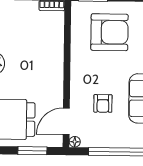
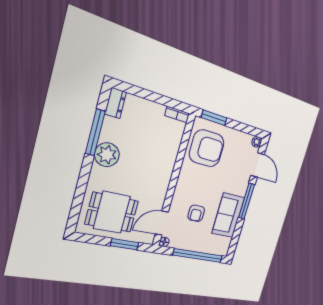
armchair: (109, 32) -> (207, 148), moved

